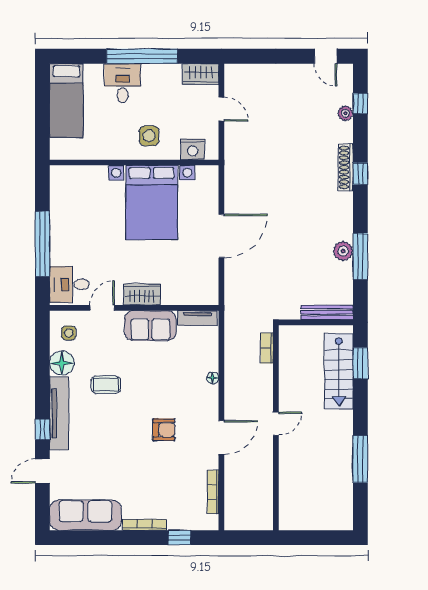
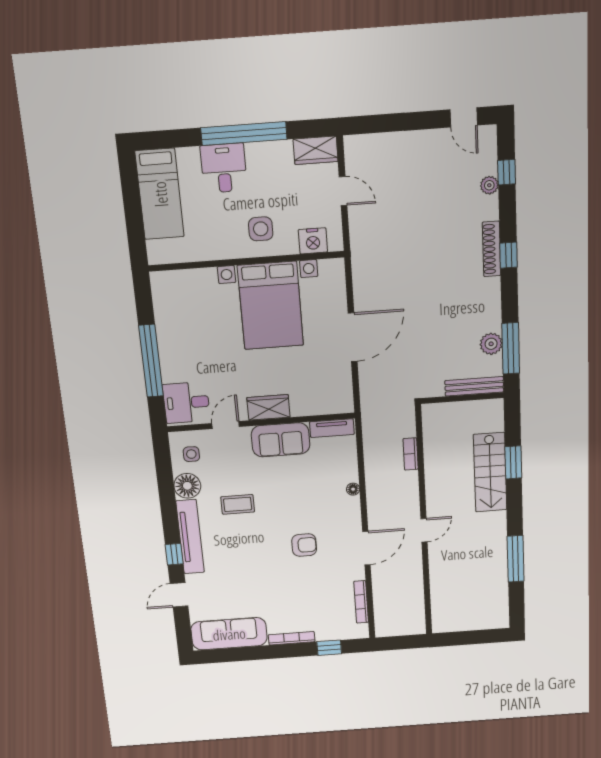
bench: (327, 312) -> (474, 386), moved
wall: (316, 322) -> (462, 398), moved

